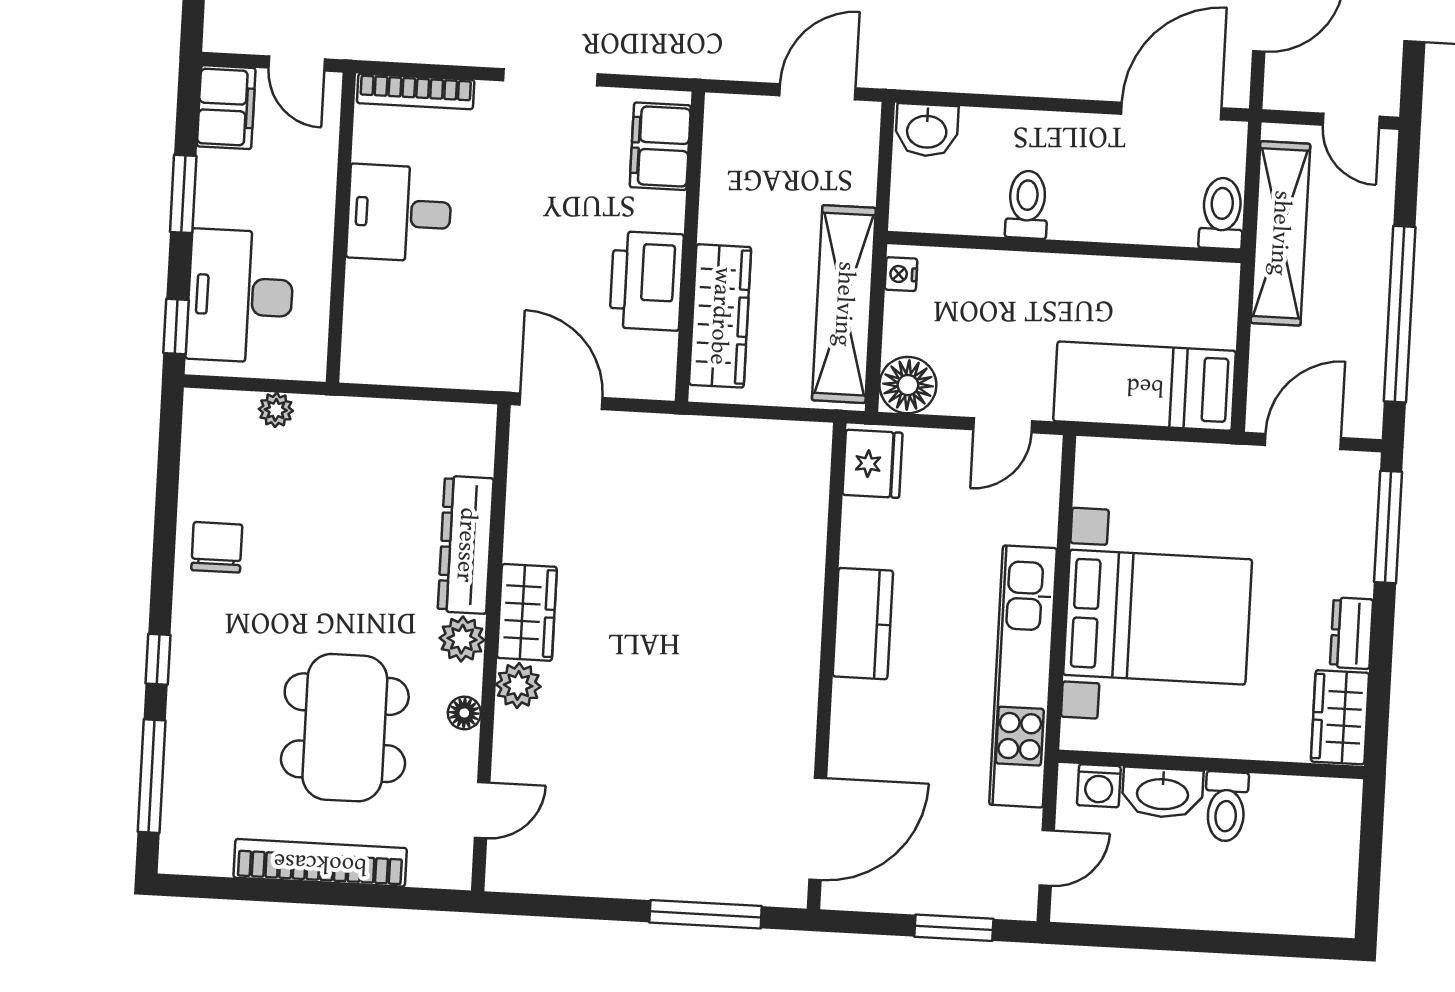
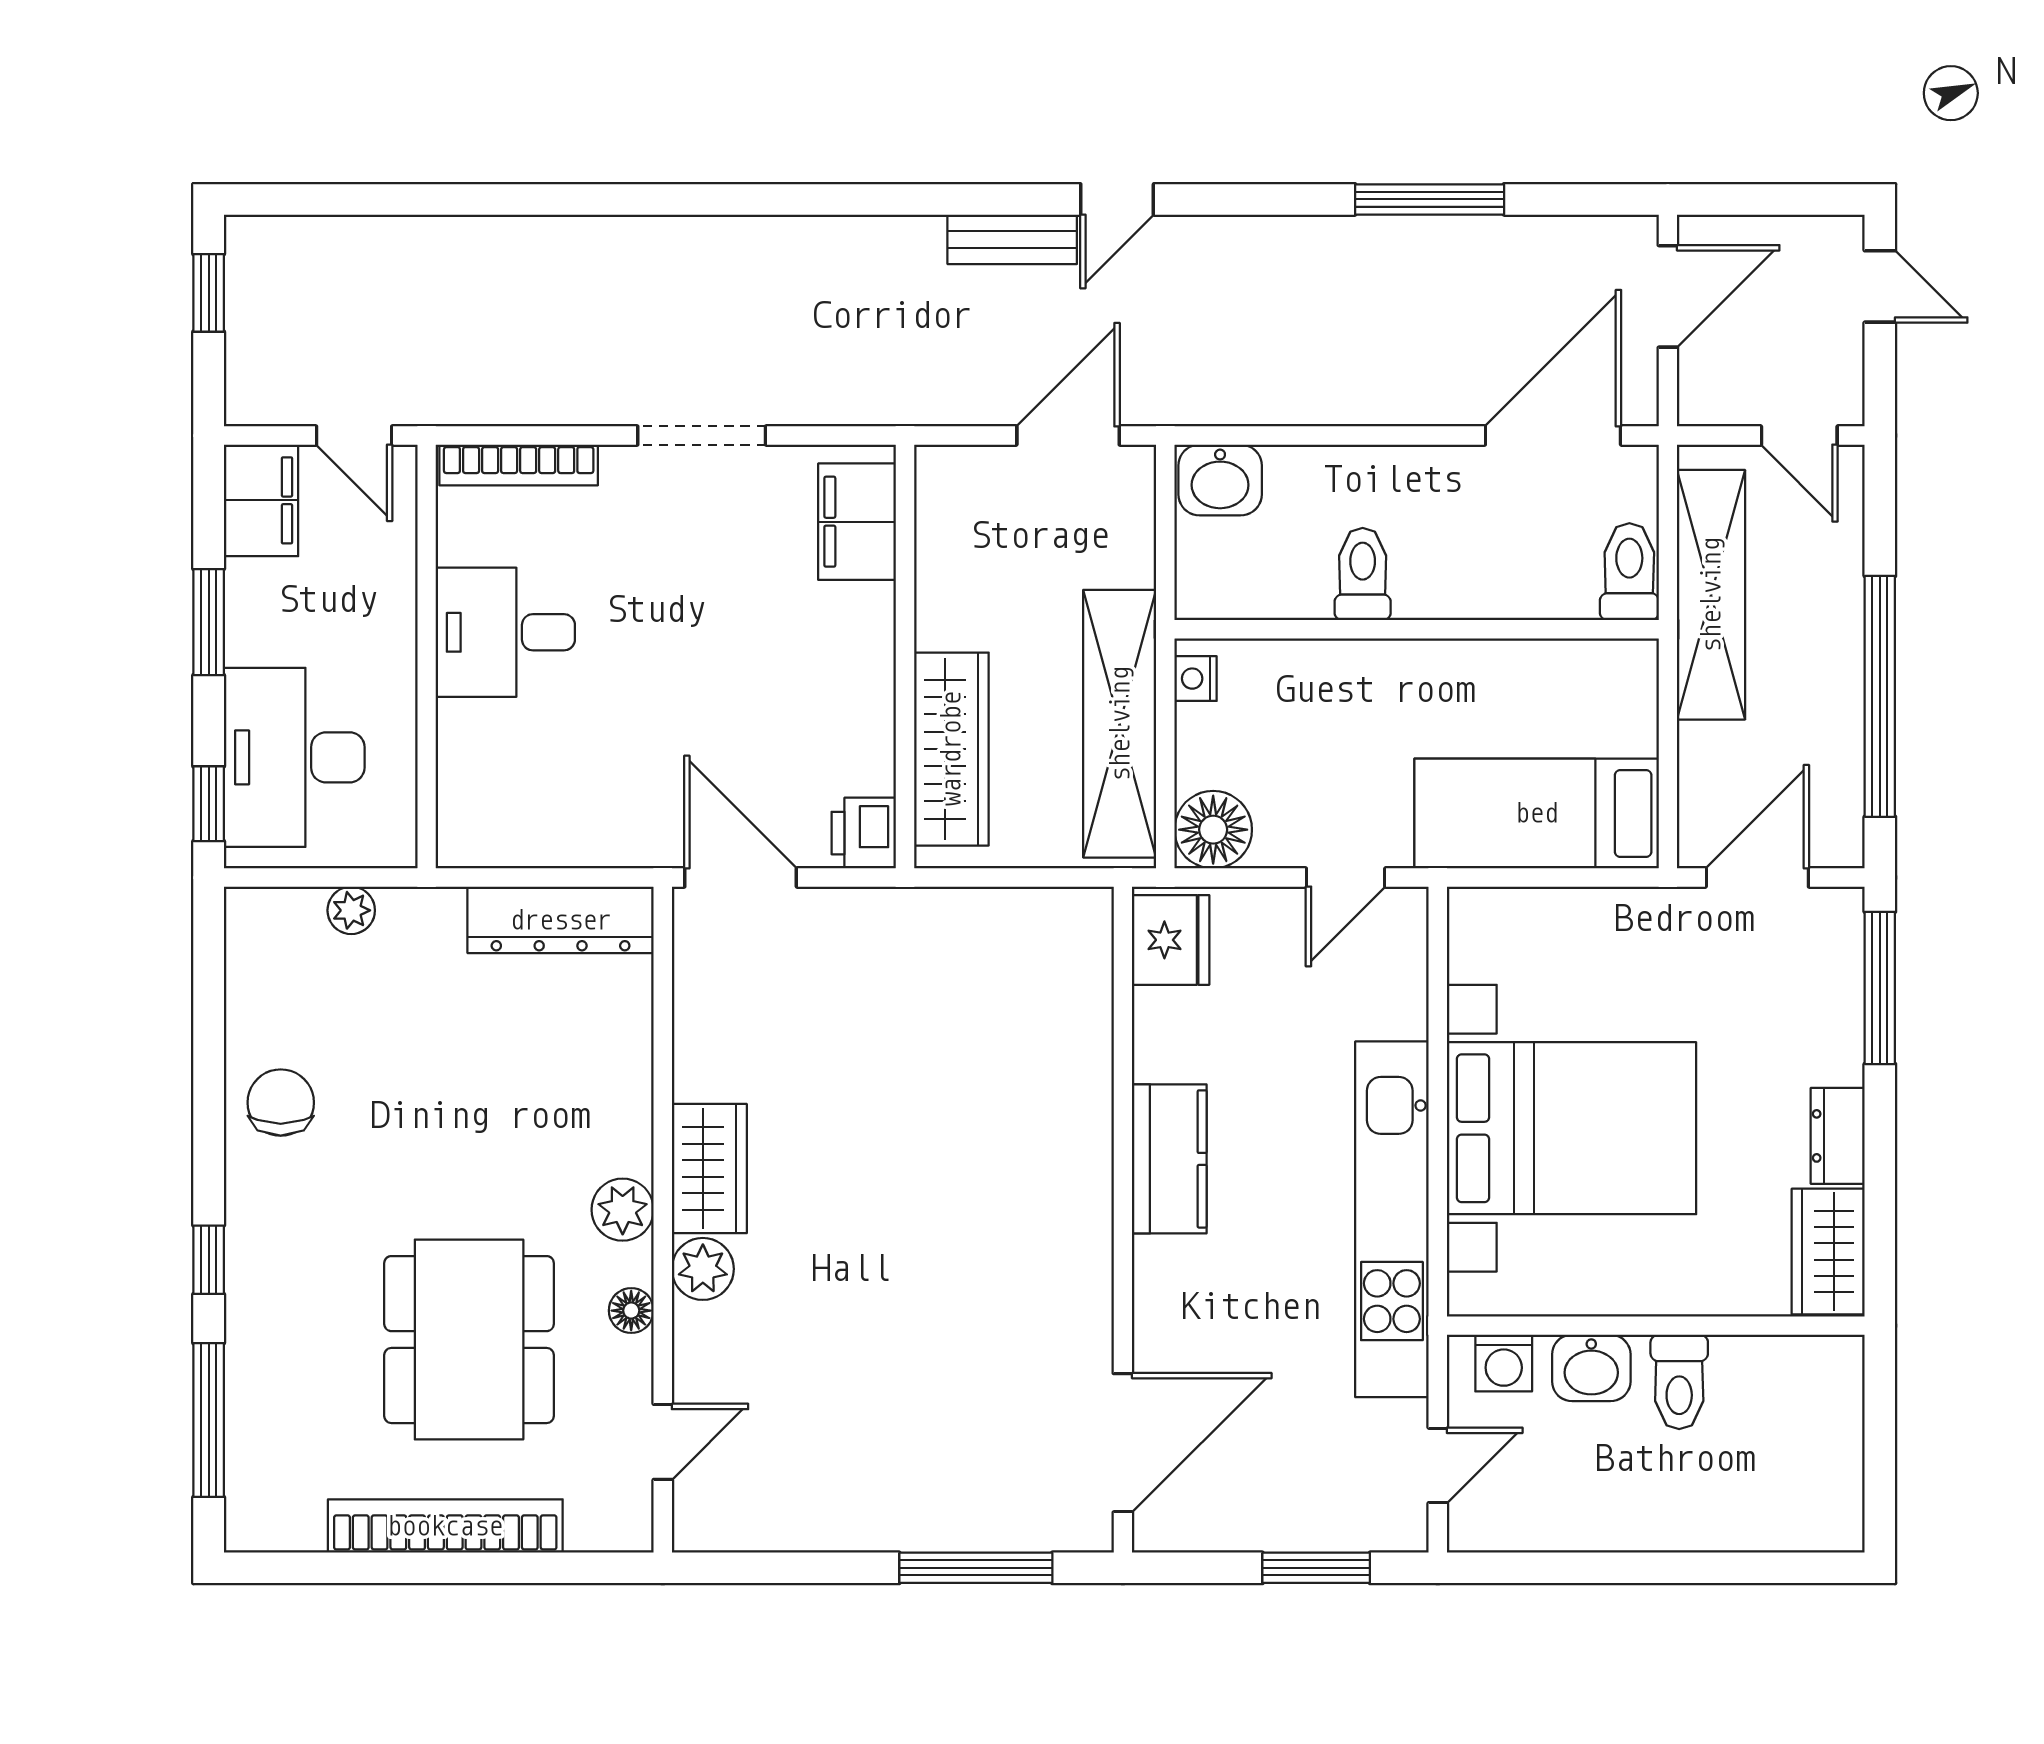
printer: (647, 281) -> (864, 833), moved, width x0.53, depth x0.68
dresser: (466, 545) -> (561, 920), moved, turned -90
washbasin: (1163, 793) -> (1591, 1368), width x0.72

